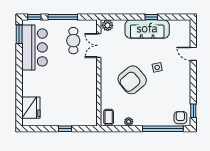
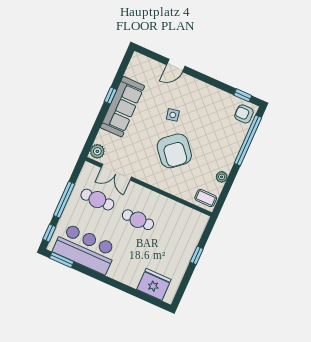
cafe table: (72, 76) -> (138, 220), added

